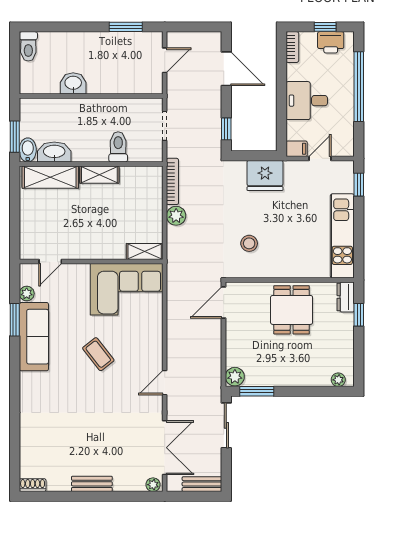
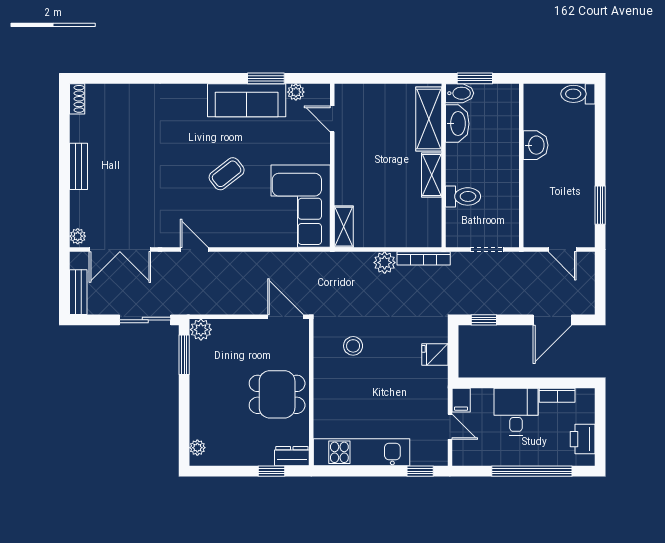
window: (325, 27) -> (600, 433), removed
bookcase: (292, 47) -> (557, 395), moved
fridge: (265, 176) -> (435, 354), width x0.53, depth x0.75

